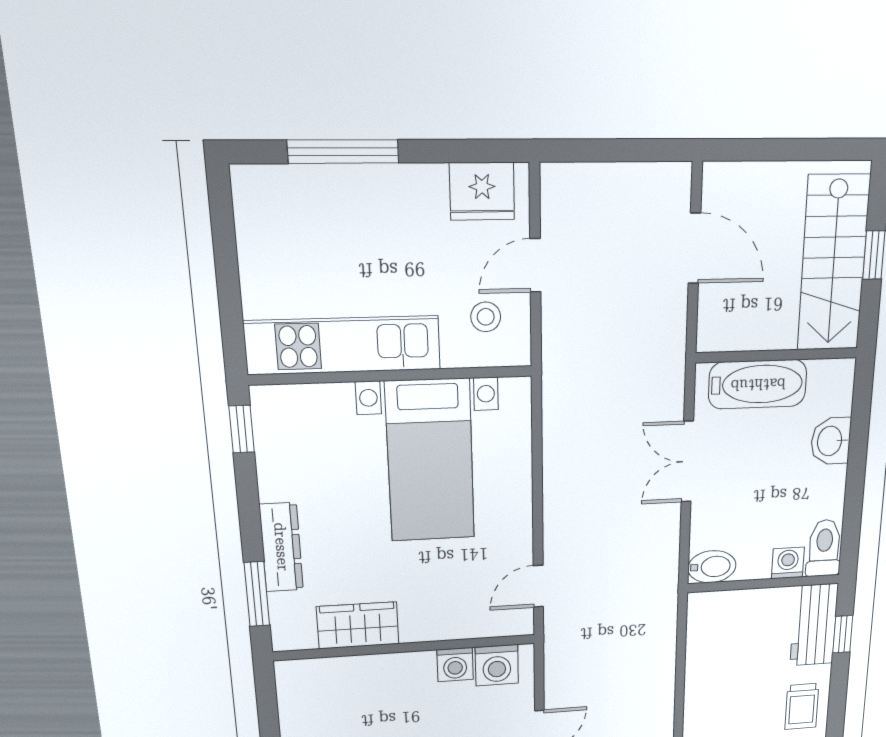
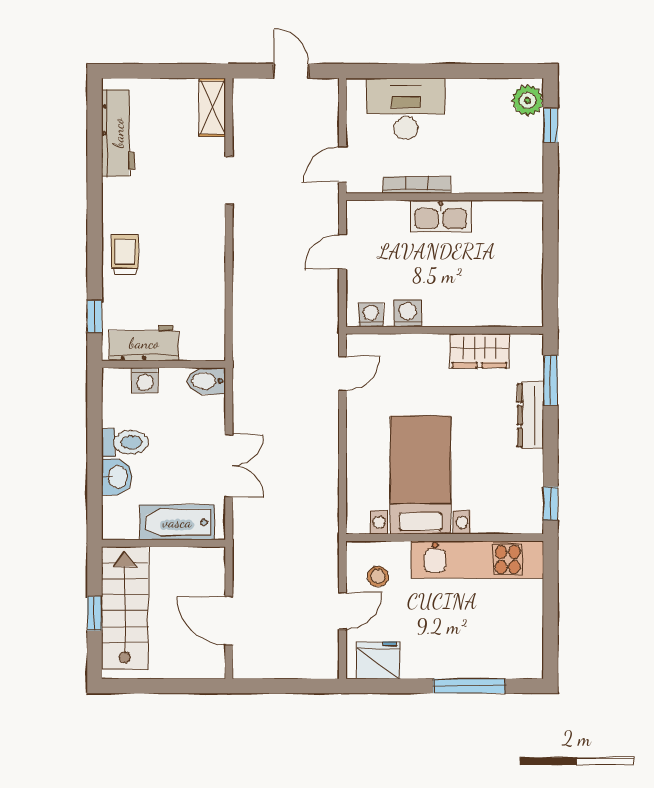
toilet: (824, 548) -> (125, 442), moved, turned -90
workbench: (814, 625) -> (144, 343), moved, turned -90
washing machine: (497, 665) -> (371, 315), width x0.73, depth x0.73

